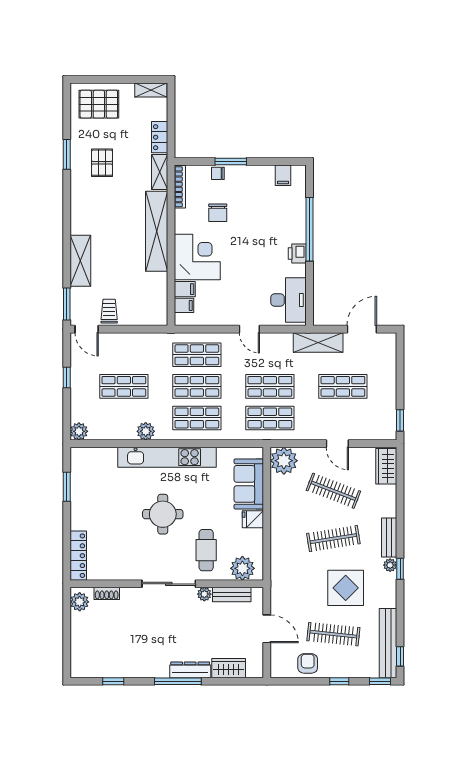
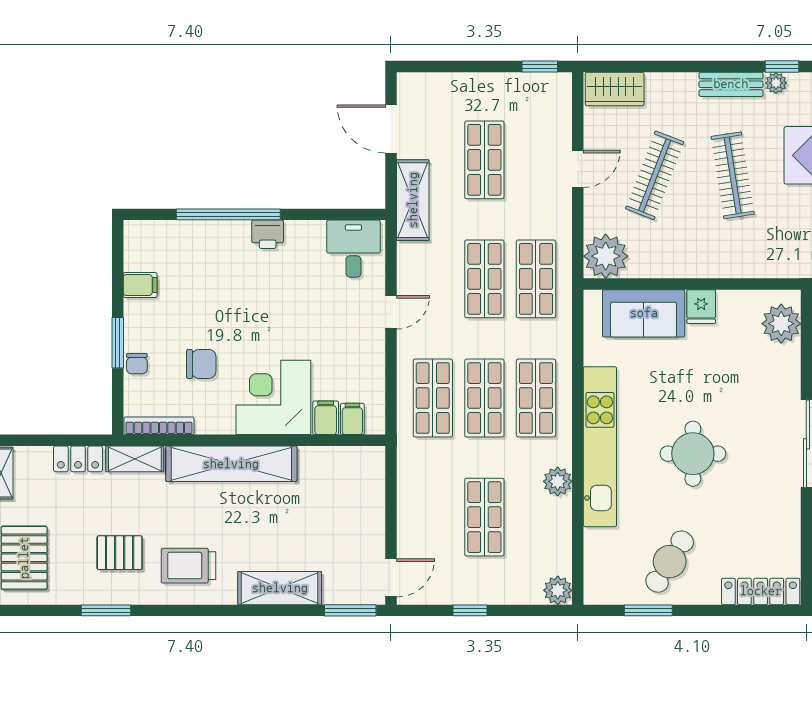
filing cabinet: (283, 175) -> (140, 285), moved
desk: (288, 300) -> (353, 249), width x0.73
trolley: (109, 311) -> (188, 566), moved, width x1.36, depth x1.39
cafe table: (206, 550) -> (670, 562), moved, turned -58

